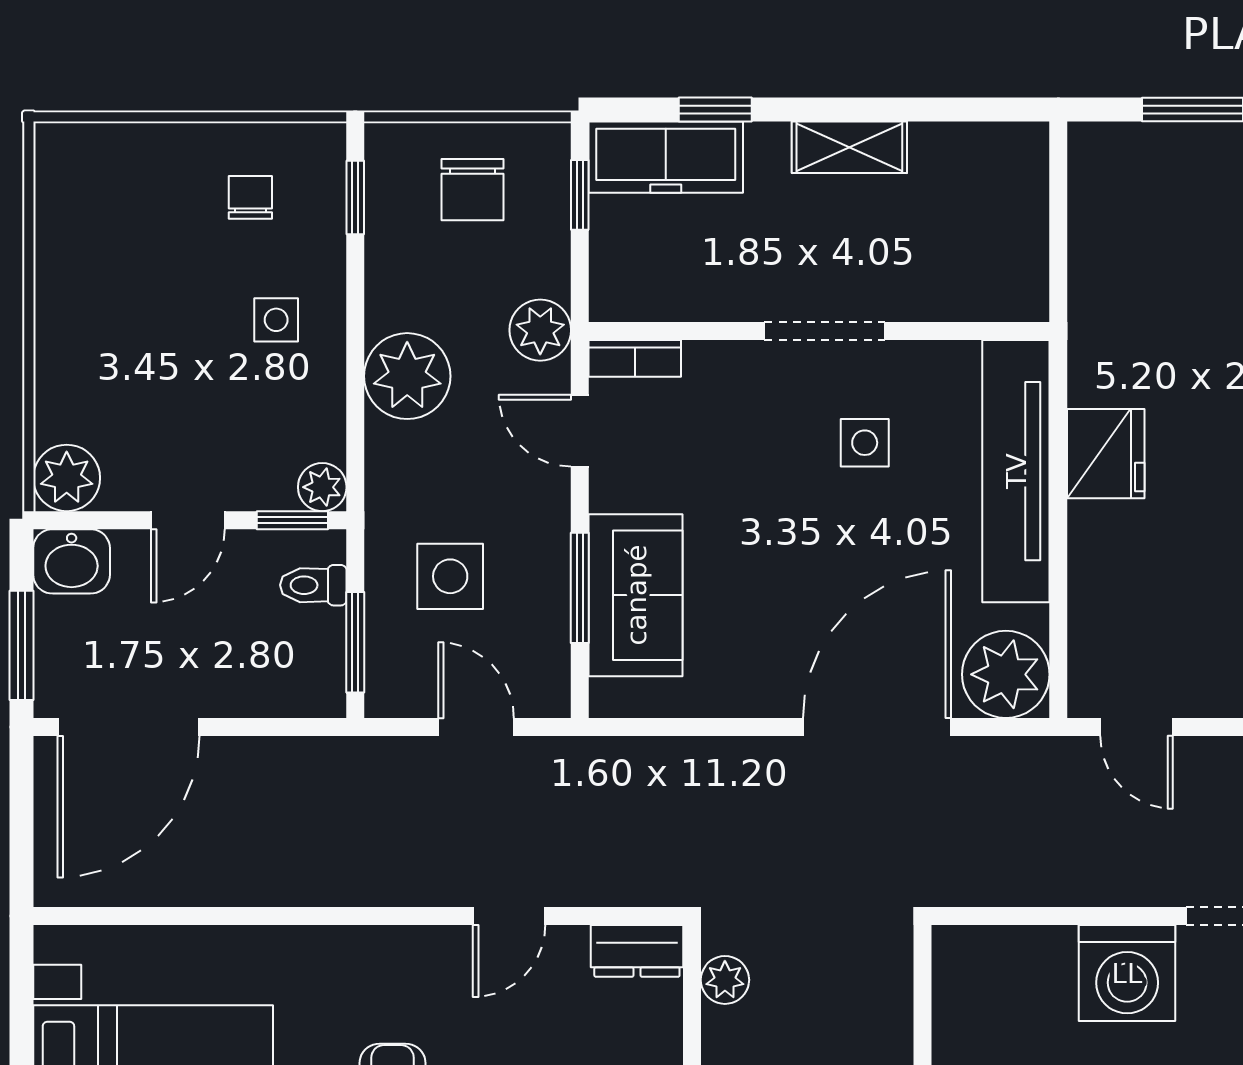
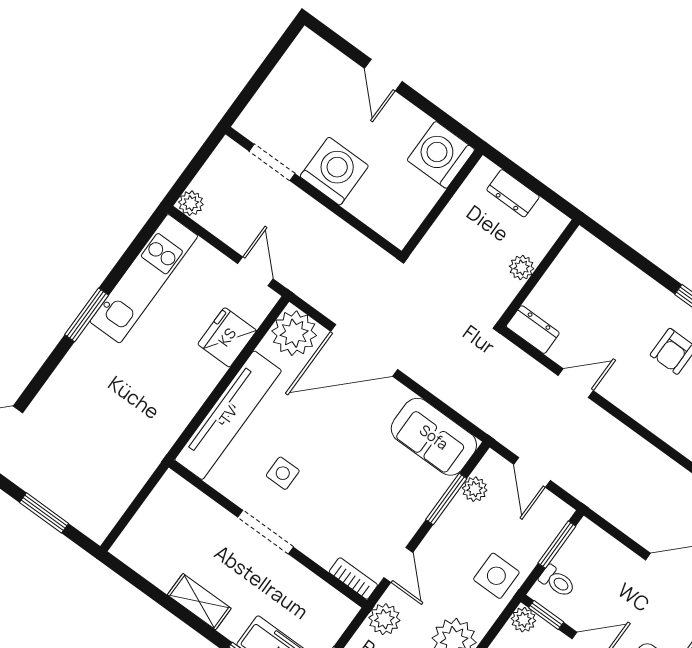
fridge: (1106, 454) -> (227, 337), moved
side table: (450, 576) -> (496, 576), moved
sofa: (636, 595) -> (434, 437), moved, turned -90
plant: (547, 636) -> (475, 489), added
plant: (725, 980) -> (522, 267), moved

